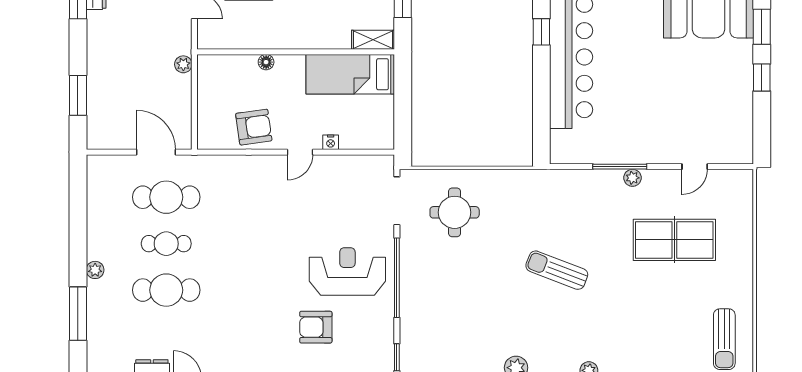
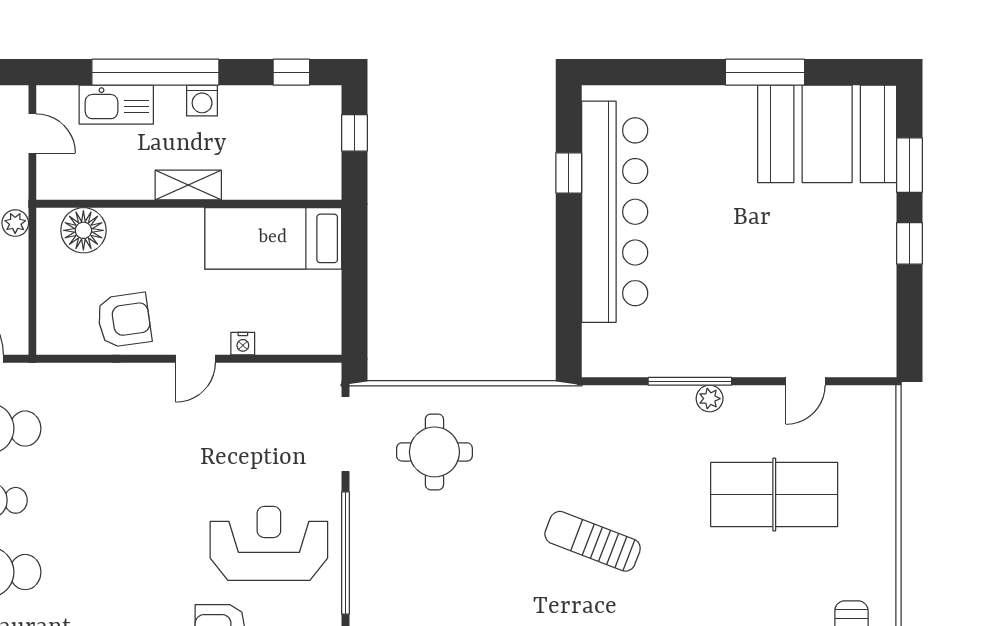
shelving: (373, 40) -> (188, 185), moved
floor lamp: (266, 62) -> (83, 230), moved, width x1.89, depth x1.89

